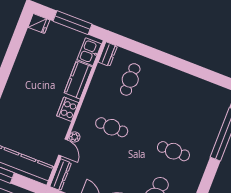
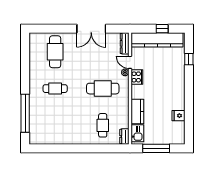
fridge: (39, 24) -> (178, 116), moved
cooker: (68, 109) -> (137, 77), moved
cafe table: (112, 127) -> (103, 89), width x1.37, depth x1.35

